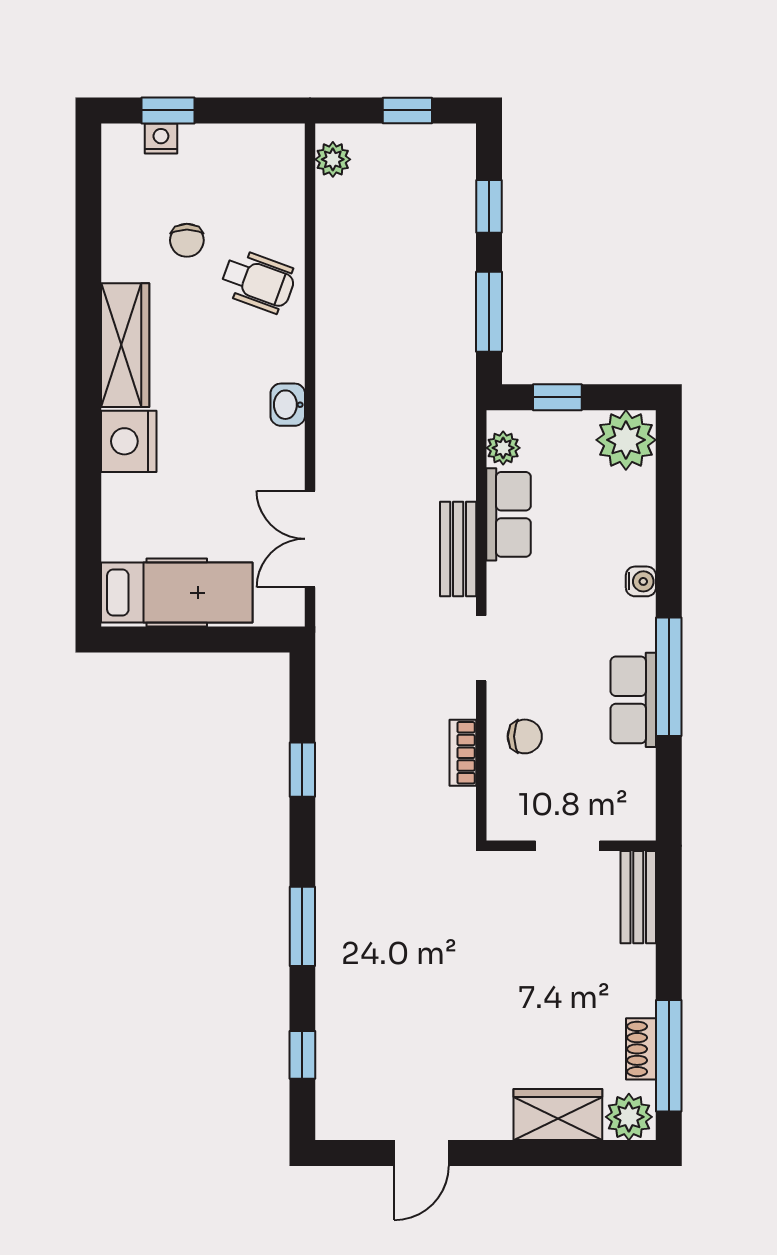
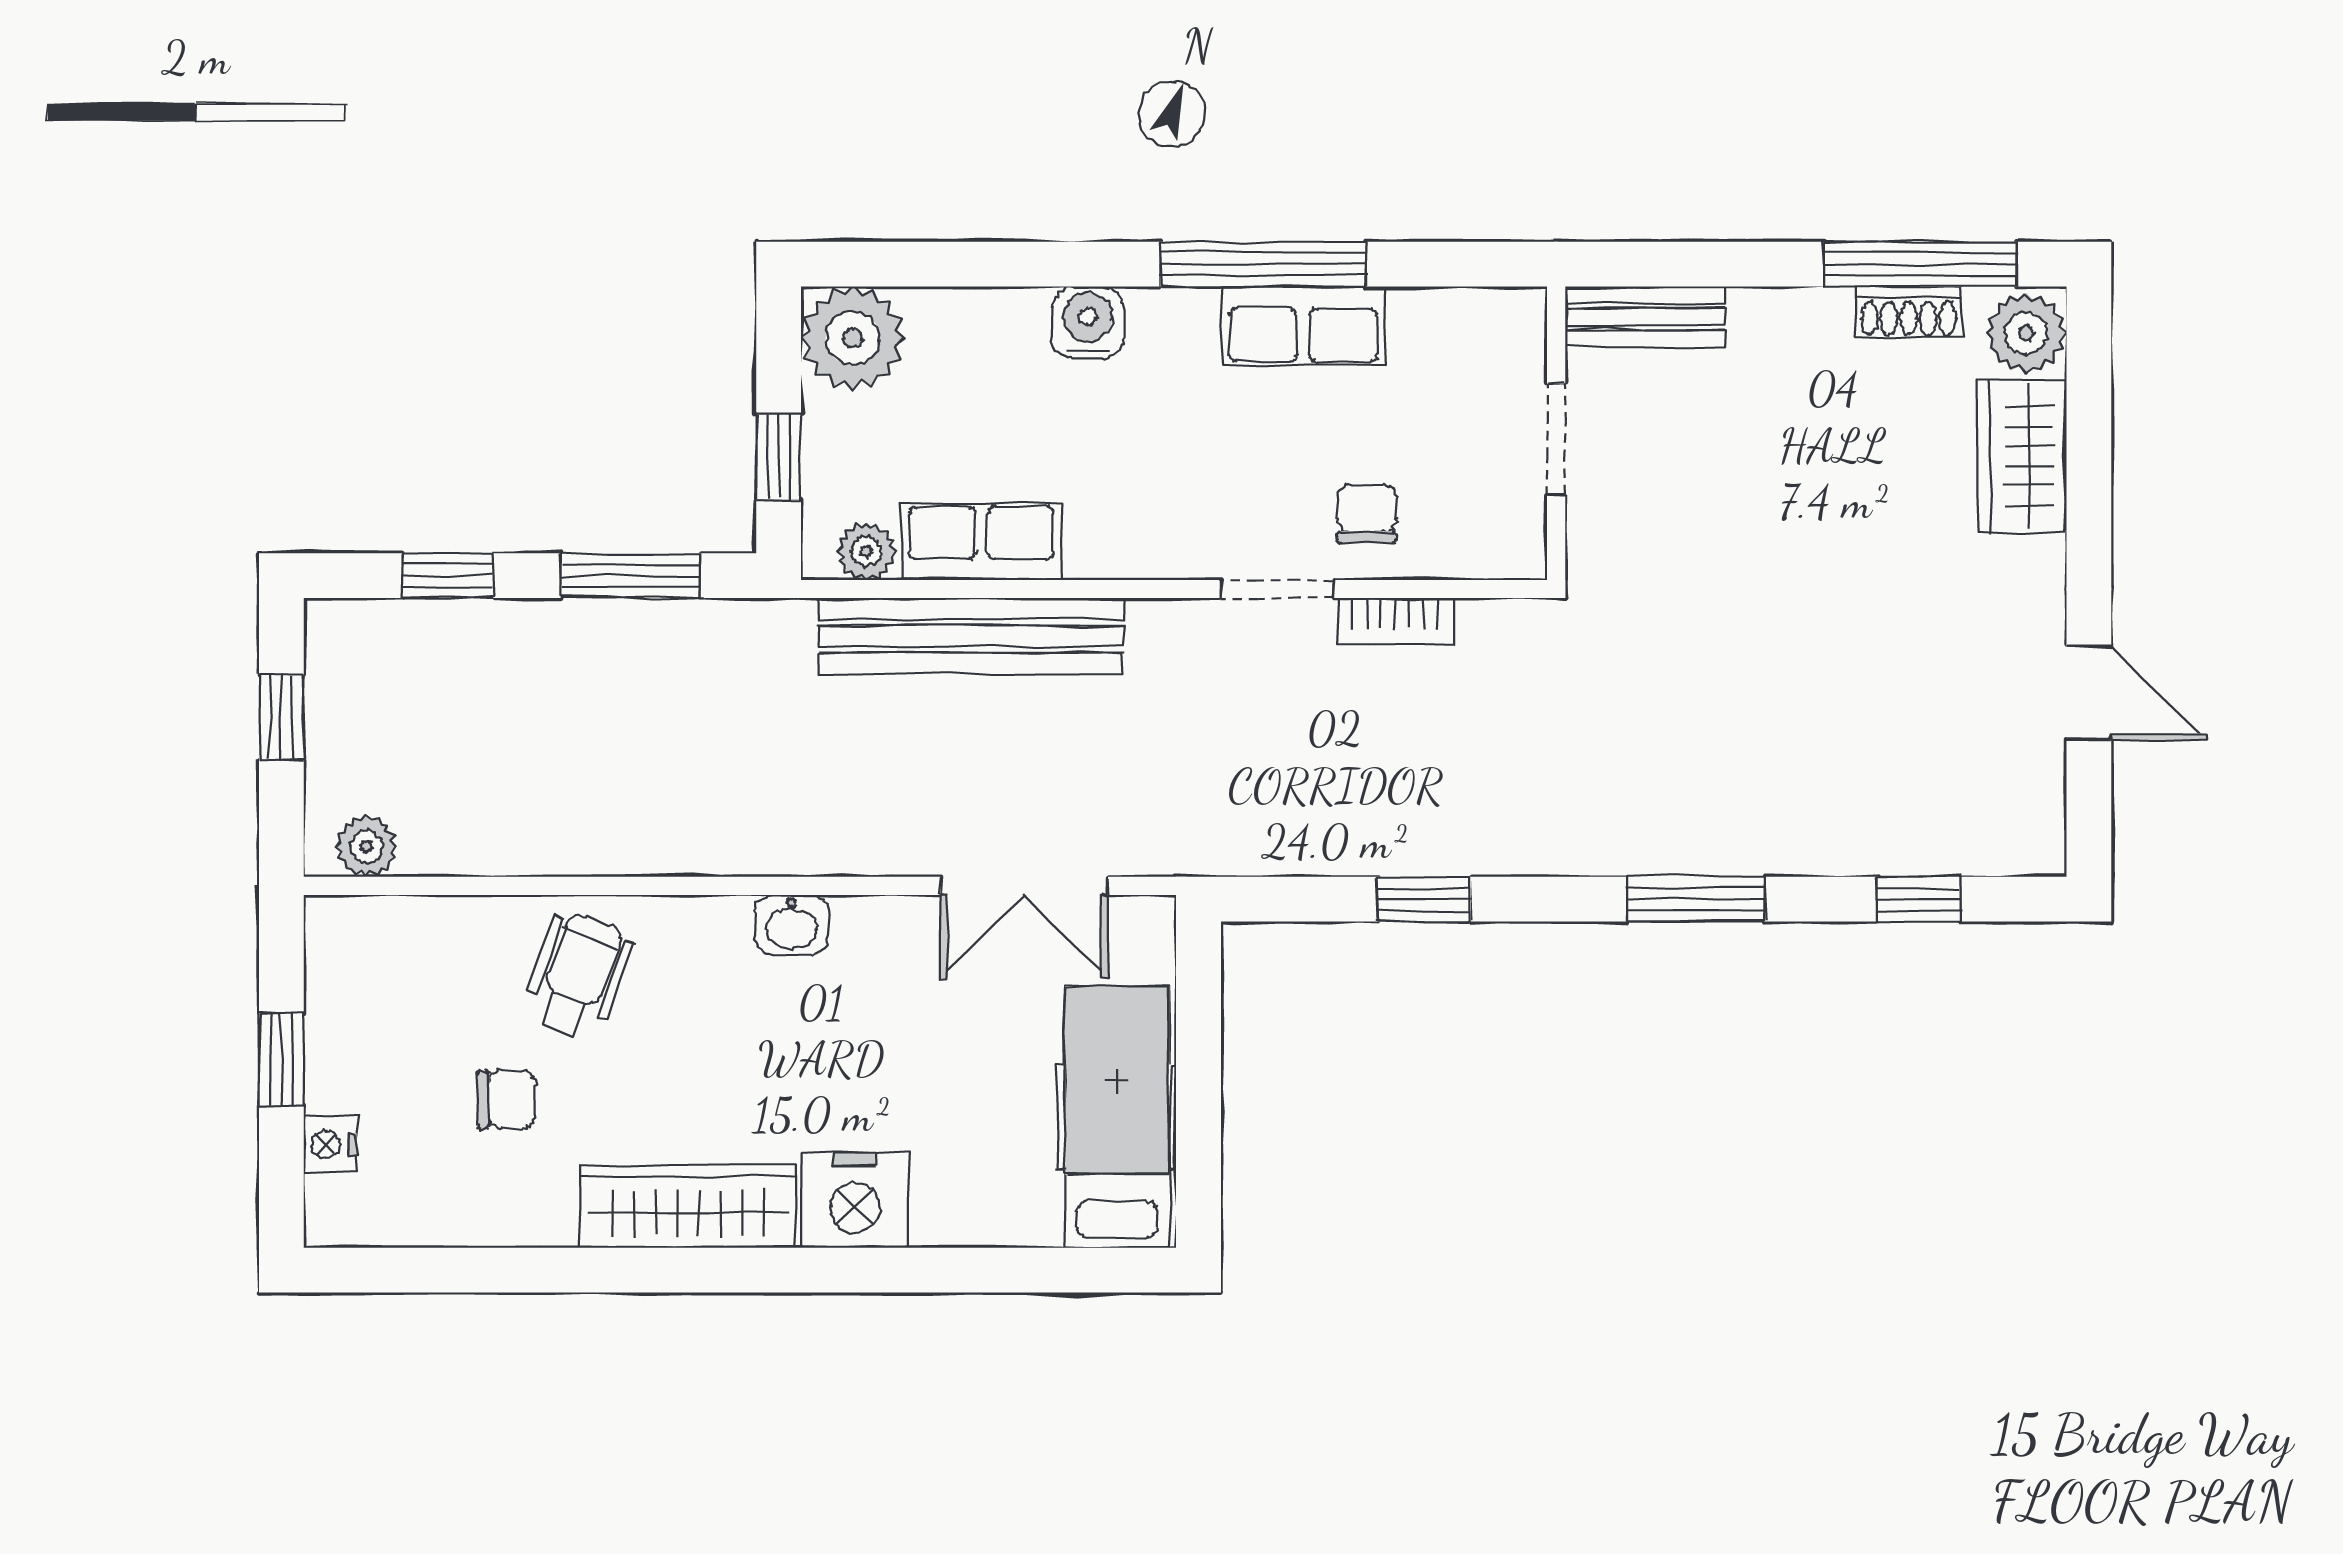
window: (168, 110) -> (281, 1059), moved
bench: (458, 549) -> (971, 636), width x1.86, depth x1.21
water cooler: (641, 581) -> (1088, 322), width x1.38, depth x1.38
doorway: (481, 648) -> (1277, 589), moved

